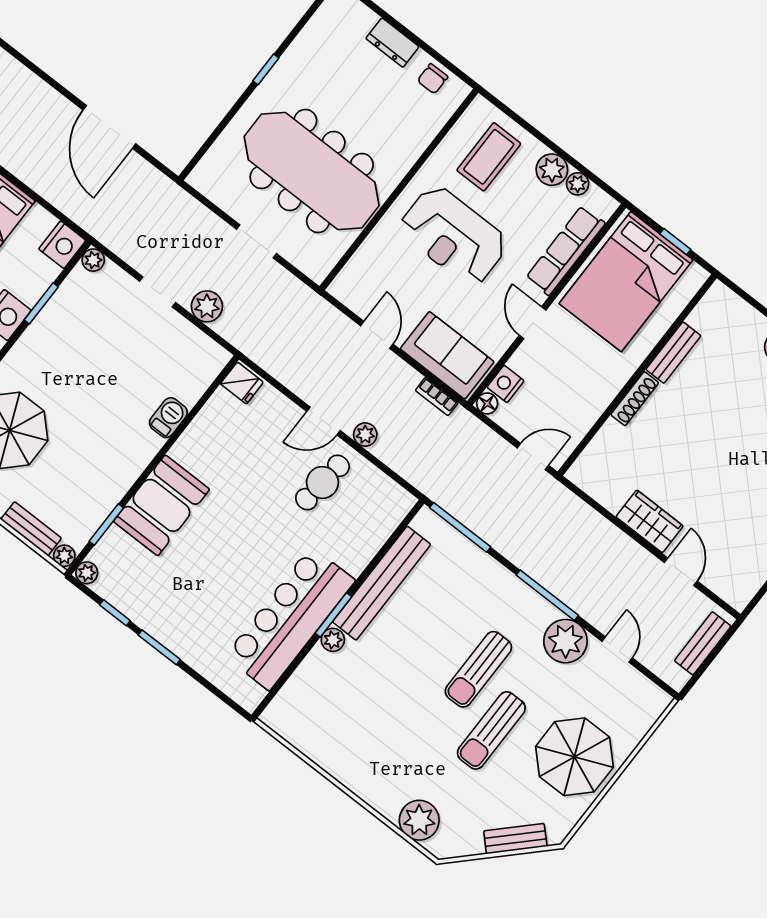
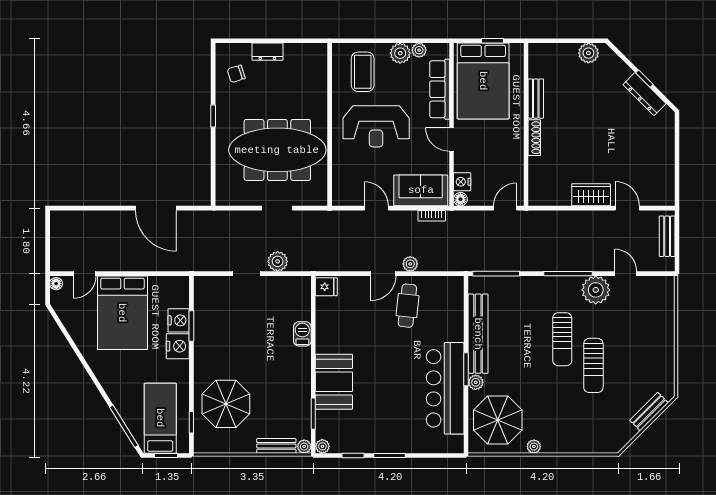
chair: (433, 79) -> (236, 74), moved, turned 72
nightstand: (62, 245) -> (179, 320), moved
plant: (93, 260) -> (201, 283), removed
parasol: (574, 757) -> (498, 420), moved
plant: (419, 820) -> (534, 446), moved, width x0.53, depth x0.53

